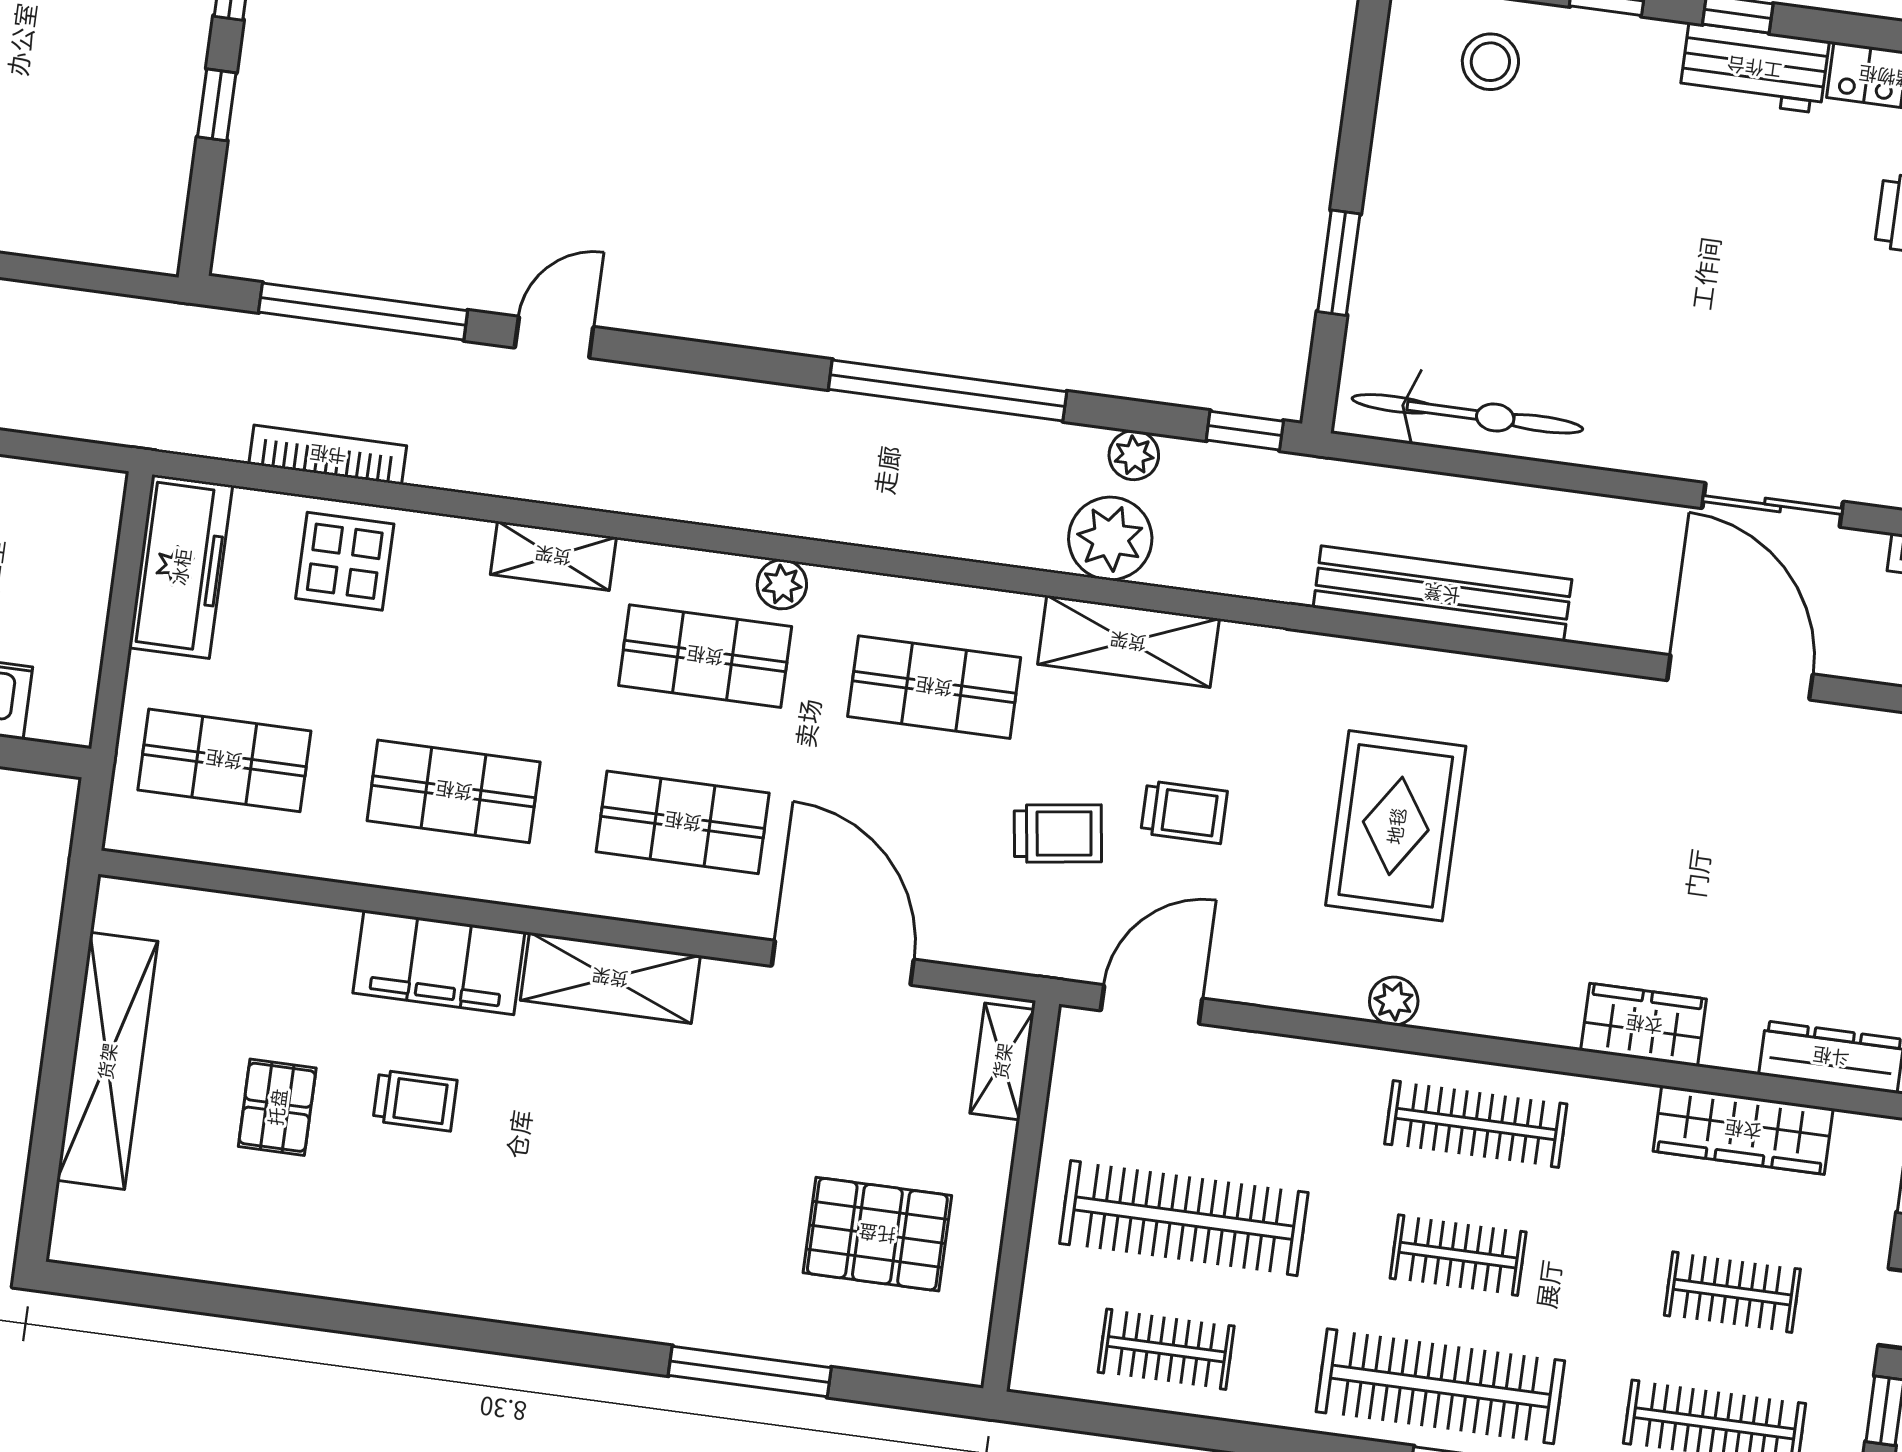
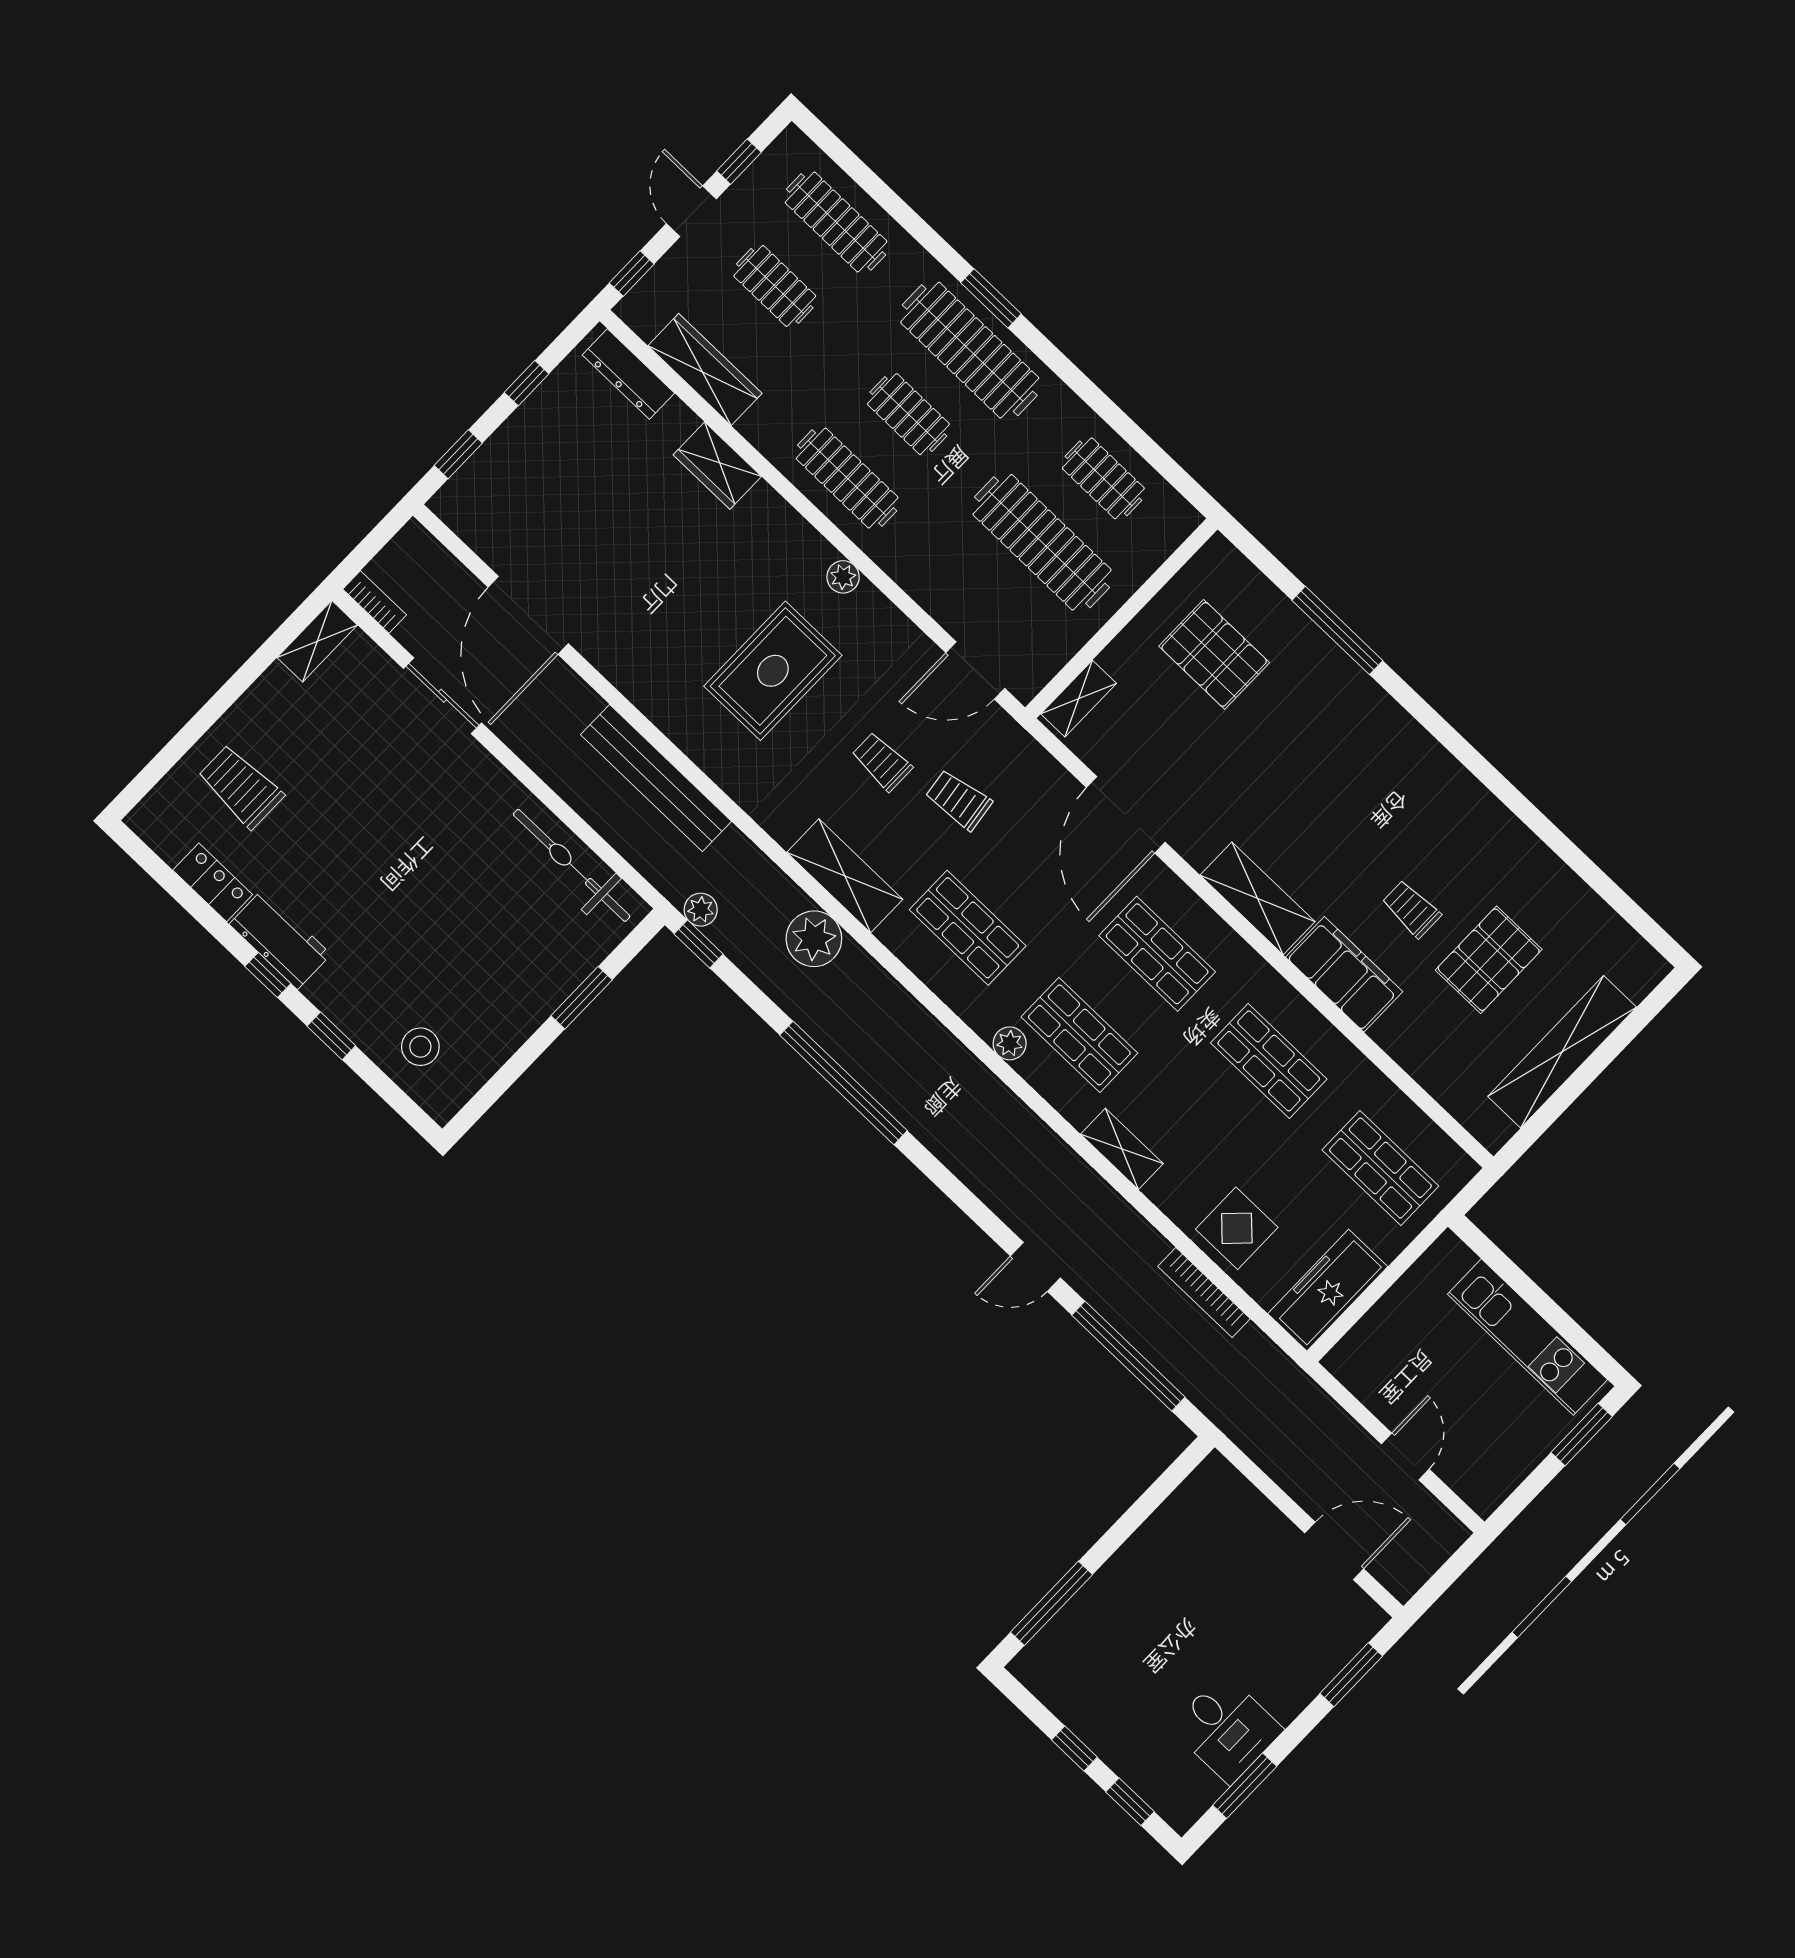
window: (217, 105) -> (1126, 1526), removed
plant: (1134, 455) -> (701, 910), moved
pallet: (277, 1107) -> (1489, 960), width x1.50, depth x1.42

